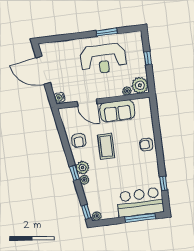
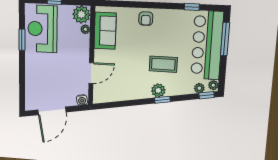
reception desk: (103, 59) -> (42, 29), moved, turned 180
sofa: (117, 111) -> (105, 31), moved
armchair: (79, 140) -> (129, 89), removed
coffee table: (106, 146) -> (163, 64), moved
plant: (84, 180) -> (199, 88), moved
bar counter: (140, 202) -> (207, 45), width x1.36

